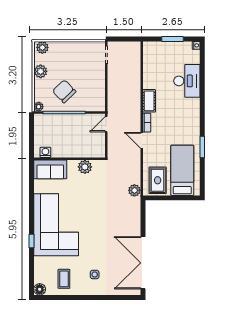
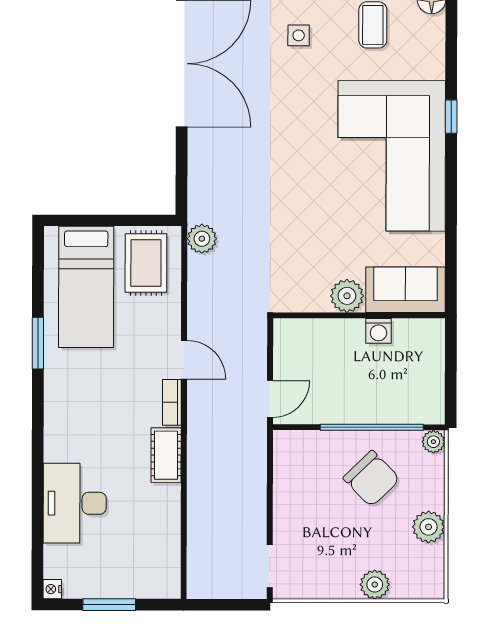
plant: (42, 47) -> (375, 585), moved
washing machine: (45, 152) -> (378, 331), moved
plant: (85, 167) -> (347, 296), moved

